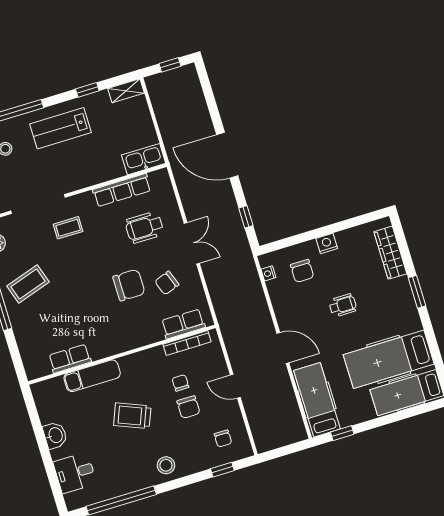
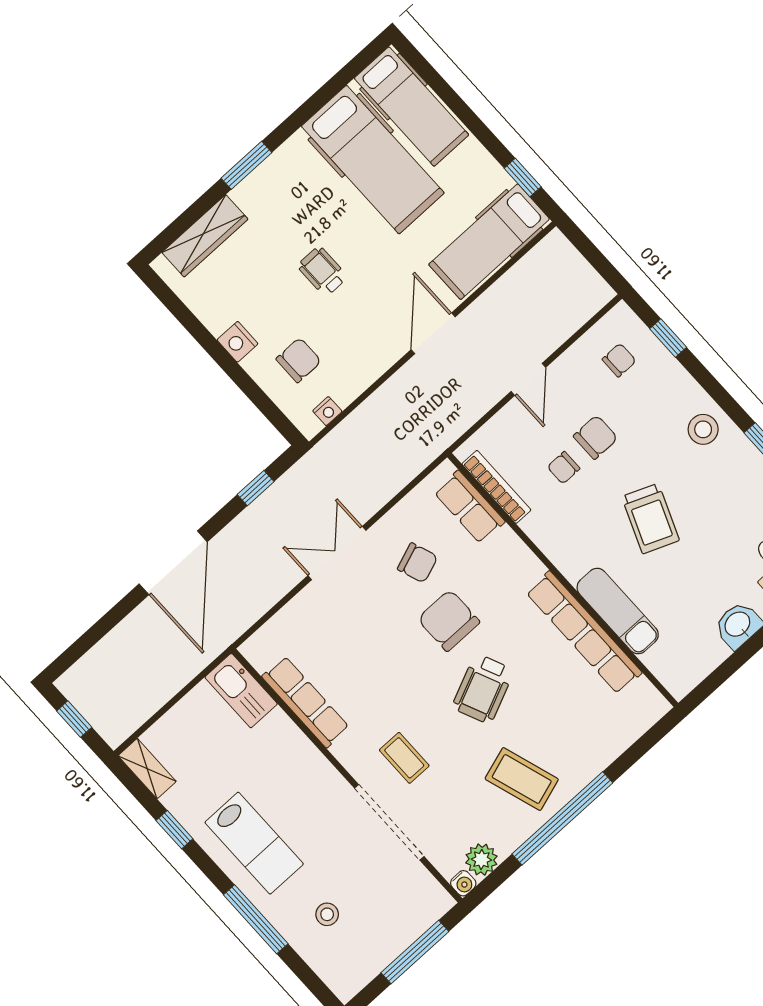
wheelchair: (144, 227) -> (483, 689), moved, turned 66
row of seats: (70, 359) -> (584, 632), width x2.02

